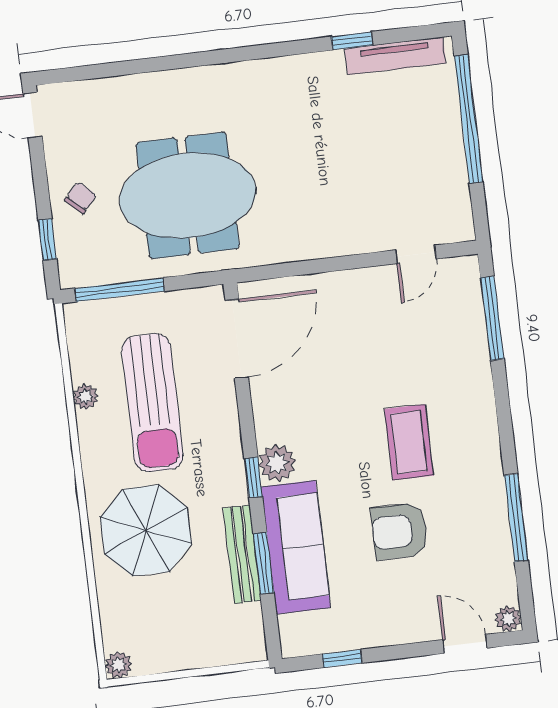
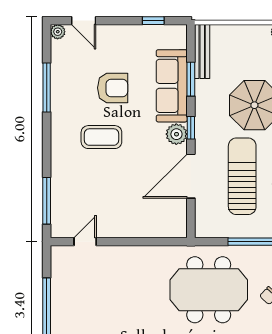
door: (237, 339) -> (191, 176), moved
coffee table: (409, 442) -> (101, 137), turned 90
bench: (242, 554) -> (202, 51), moved

